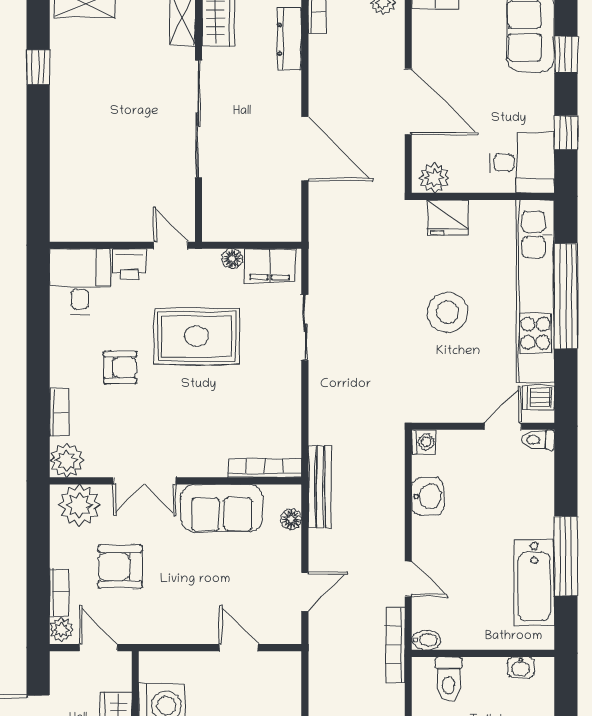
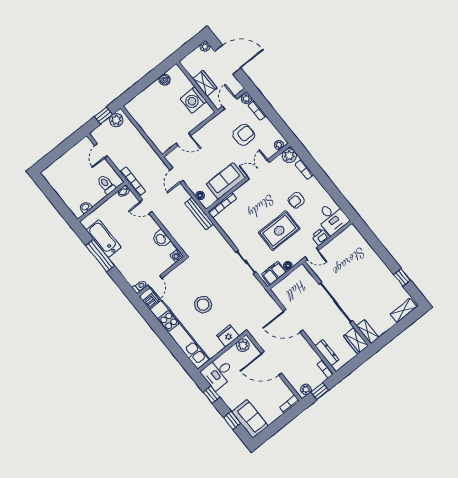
window: (566, 296) -> (169, 341), removed
plant: (79, 505) -> (279, 145), width x0.53, depth x0.53
door: (98, 648) -> (230, 103), swing flipped

